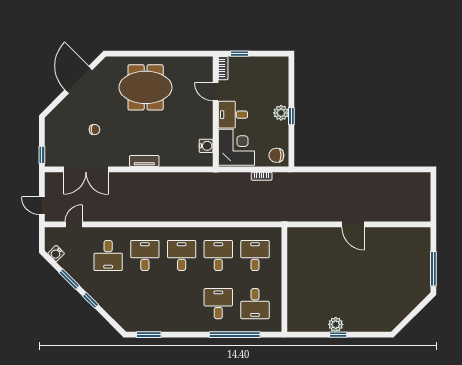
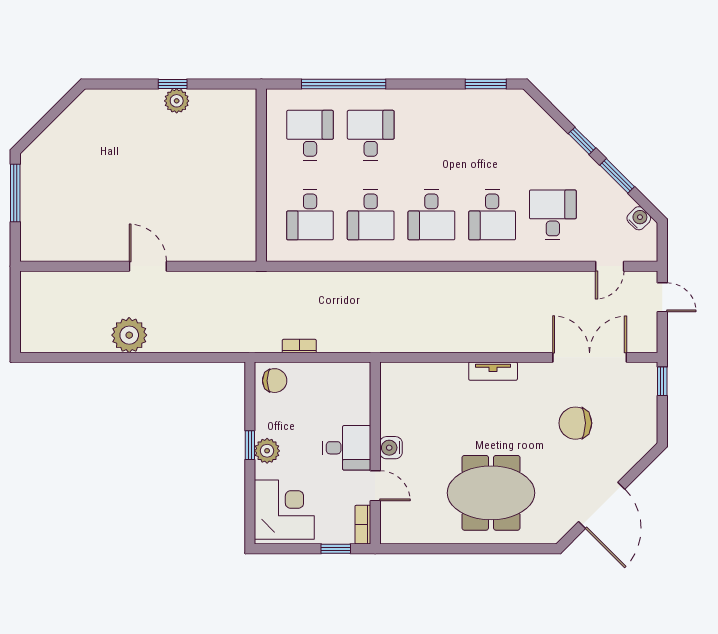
chair: (95, 130) -> (575, 423), width x1.87, depth x1.87
water cooler: (206, 146) -> (391, 448), moved
corner desk: (236, 147) -> (284, 510), moved, turned 180
plant: (364, 183) -> (129, 335), added
desk: (218, 304) -> (371, 135), turned 180

